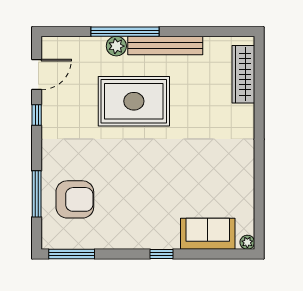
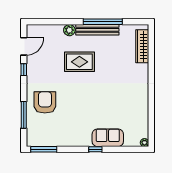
window: (125, 32) -> (103, 22), moved
rug: (134, 101) -> (79, 62), width x0.73, depth x0.69
armchair: (75, 199) -> (45, 102), moved, turned -90
sofa: (208, 234) -> (108, 138), moved

